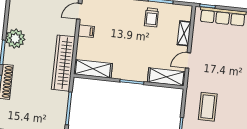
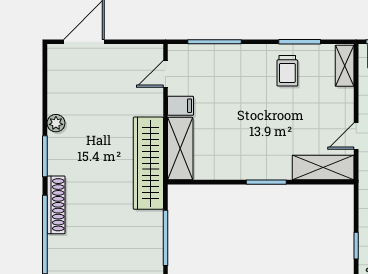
shelving: (184, 33) -> (345, 66), moved
plant: (15, 39) -> (56, 123), width x0.53, depth x0.53
shelving: (93, 69) -> (180, 149), moved, turned 90

